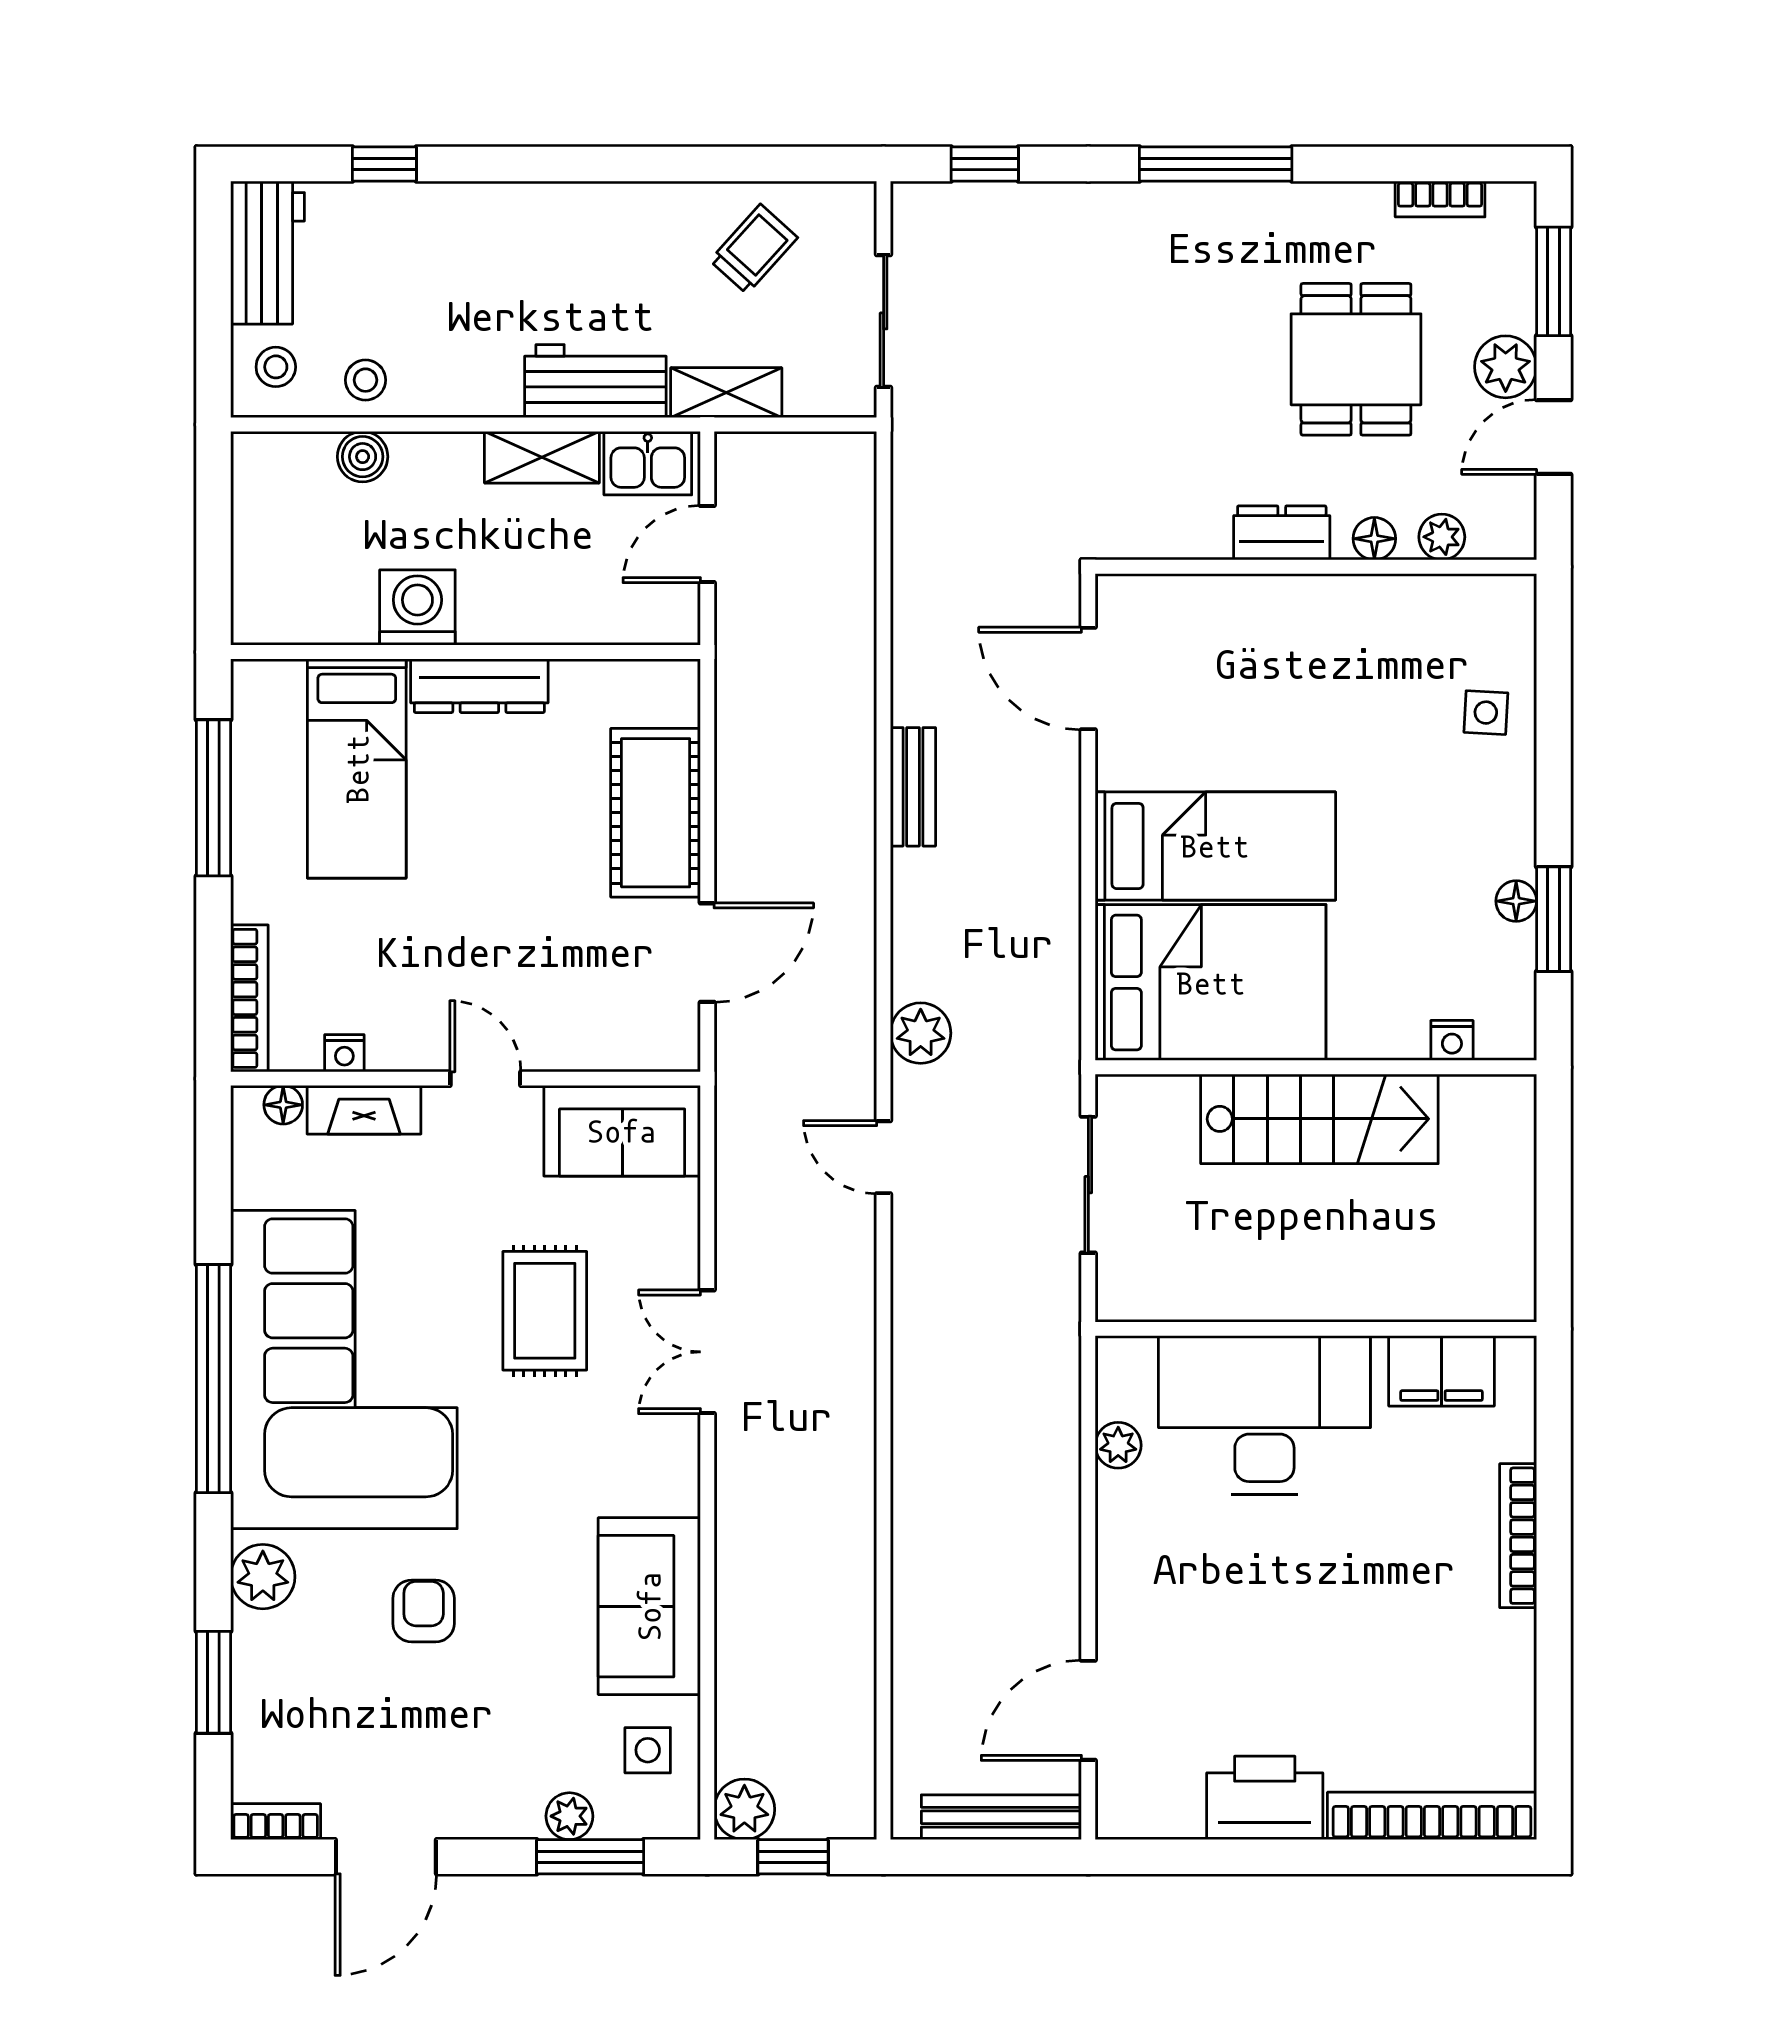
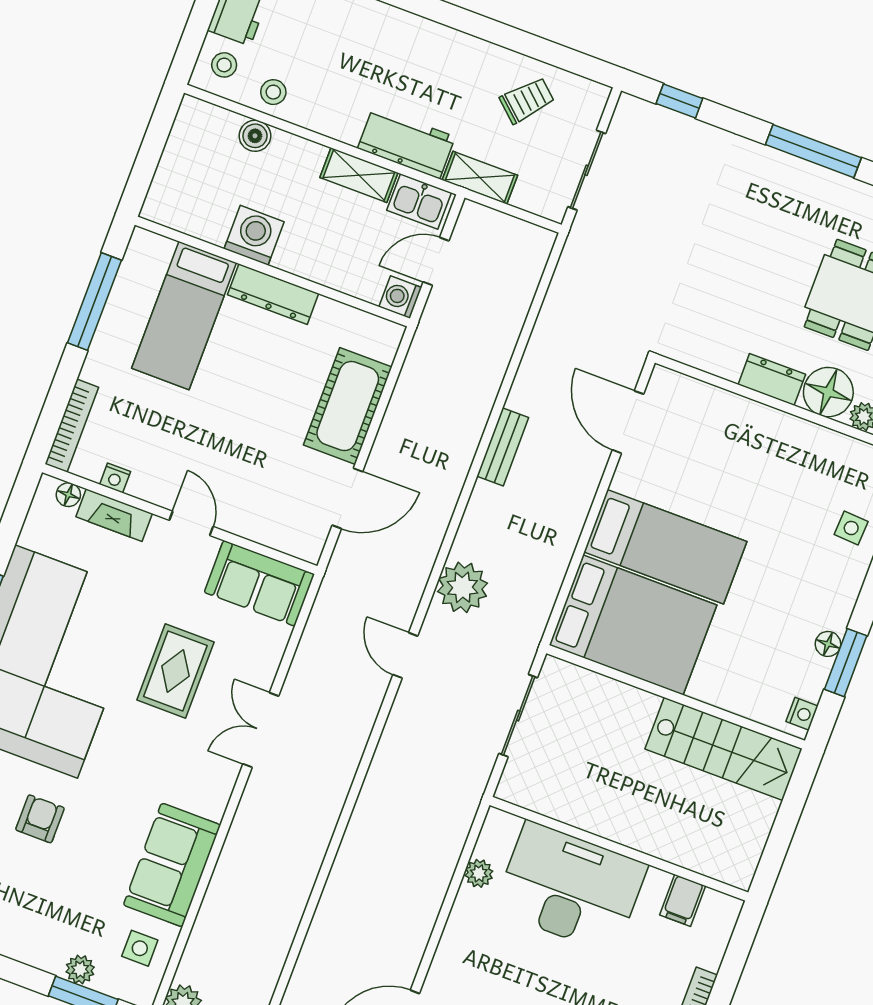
floor lamp: (1374, 539) -> (828, 392), width x1.89, depth x1.89
washing machine: (674, 618) -> (400, 297), added
plant: (921, 1033) -> (462, 587), width x1.36, depth x1.36
nightstand: (1452, 1040) -> (802, 714), moved, turned -90
stairs: (1319, 1119) -> (724, 749), moved
filing cabinet: (1442, 1371) -> (683, 900), width x0.50

